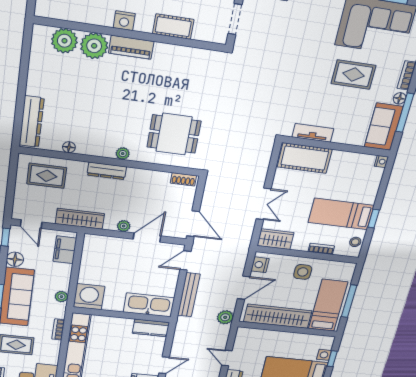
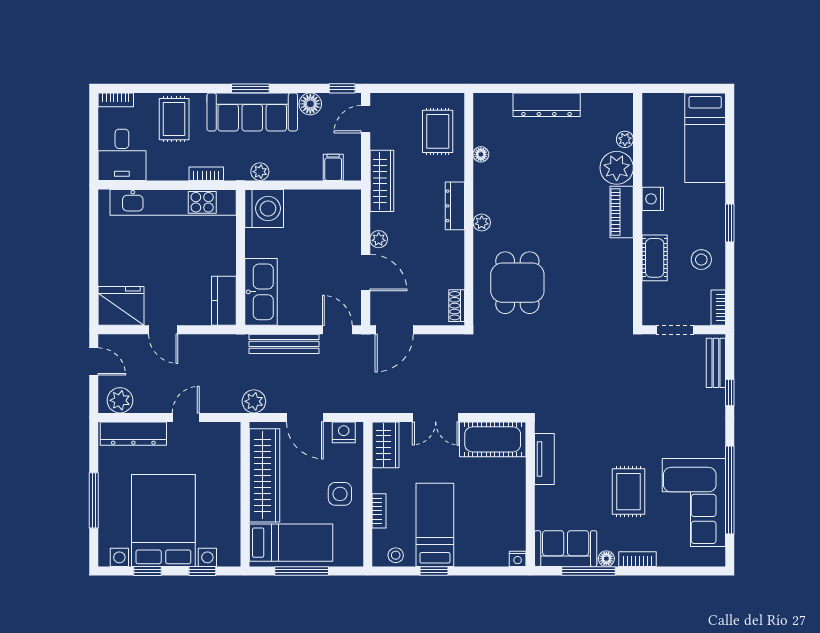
plant: (64, 41) -> (625, 139), width x0.53, depth x0.53
dresser: (32, 122) -> (547, 105), moved
cot: (305, 158) -> (493, 439), moved, turned 90
filing cabinet: (65, 250) -> (333, 167), width x0.50

